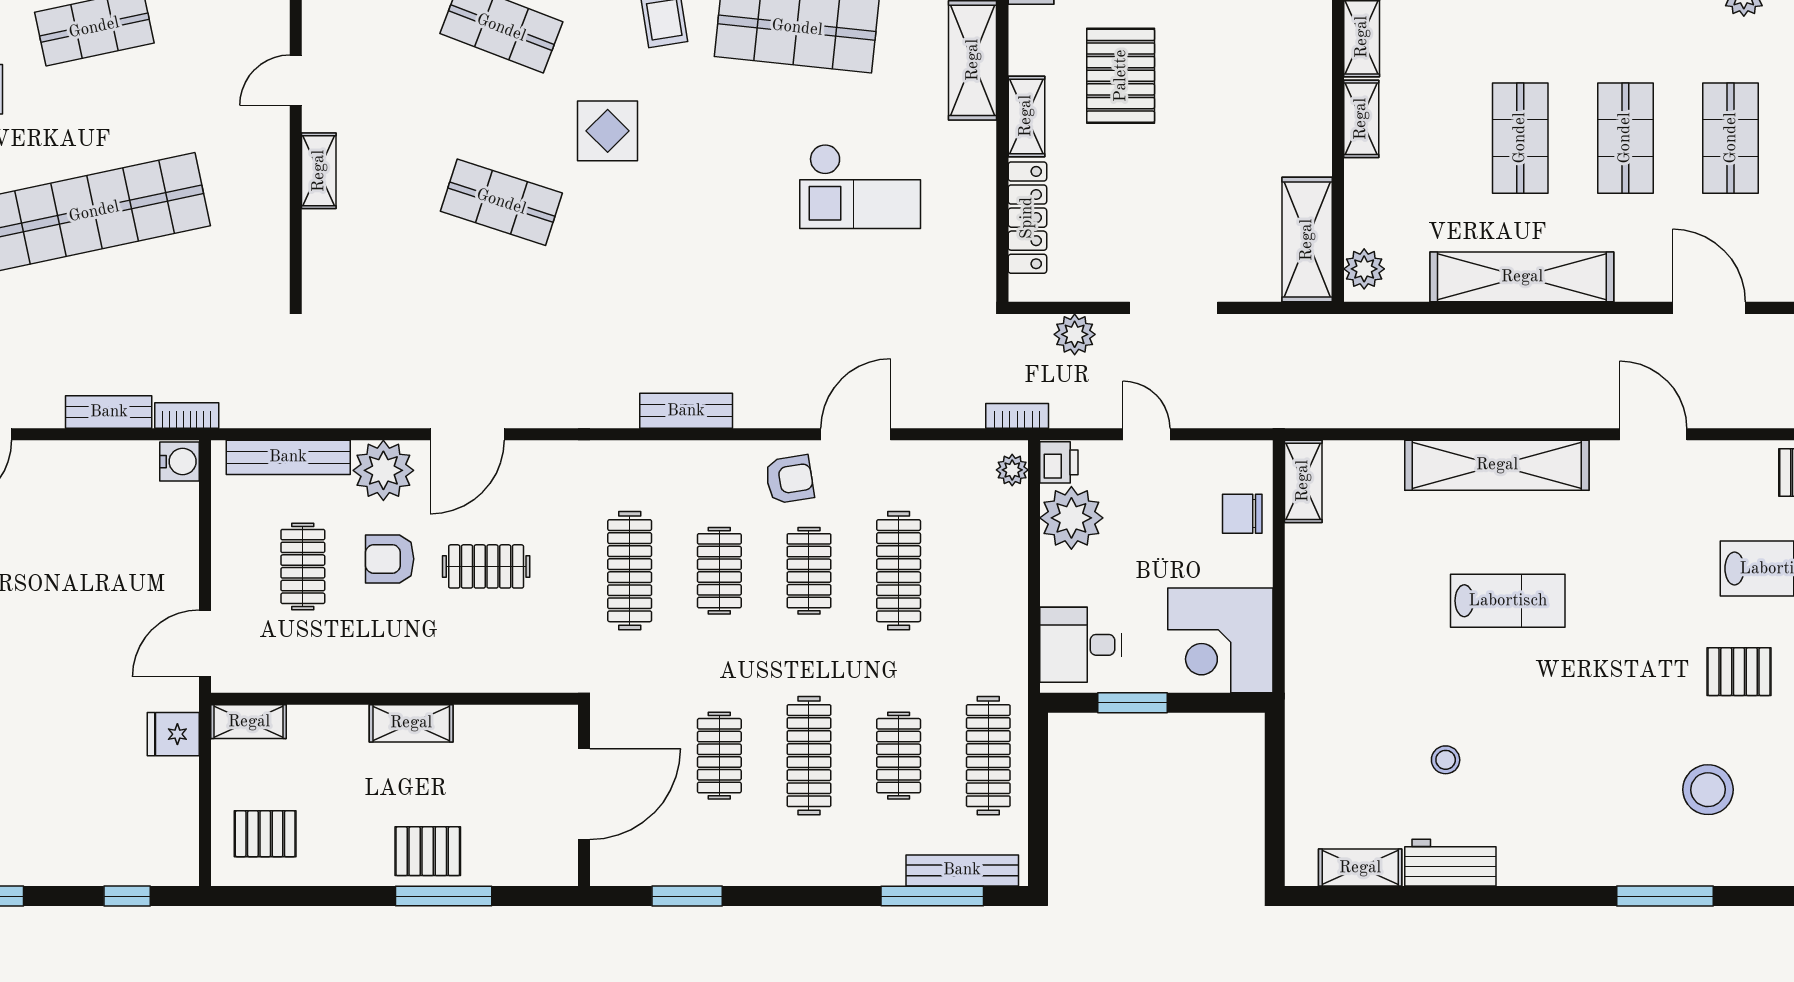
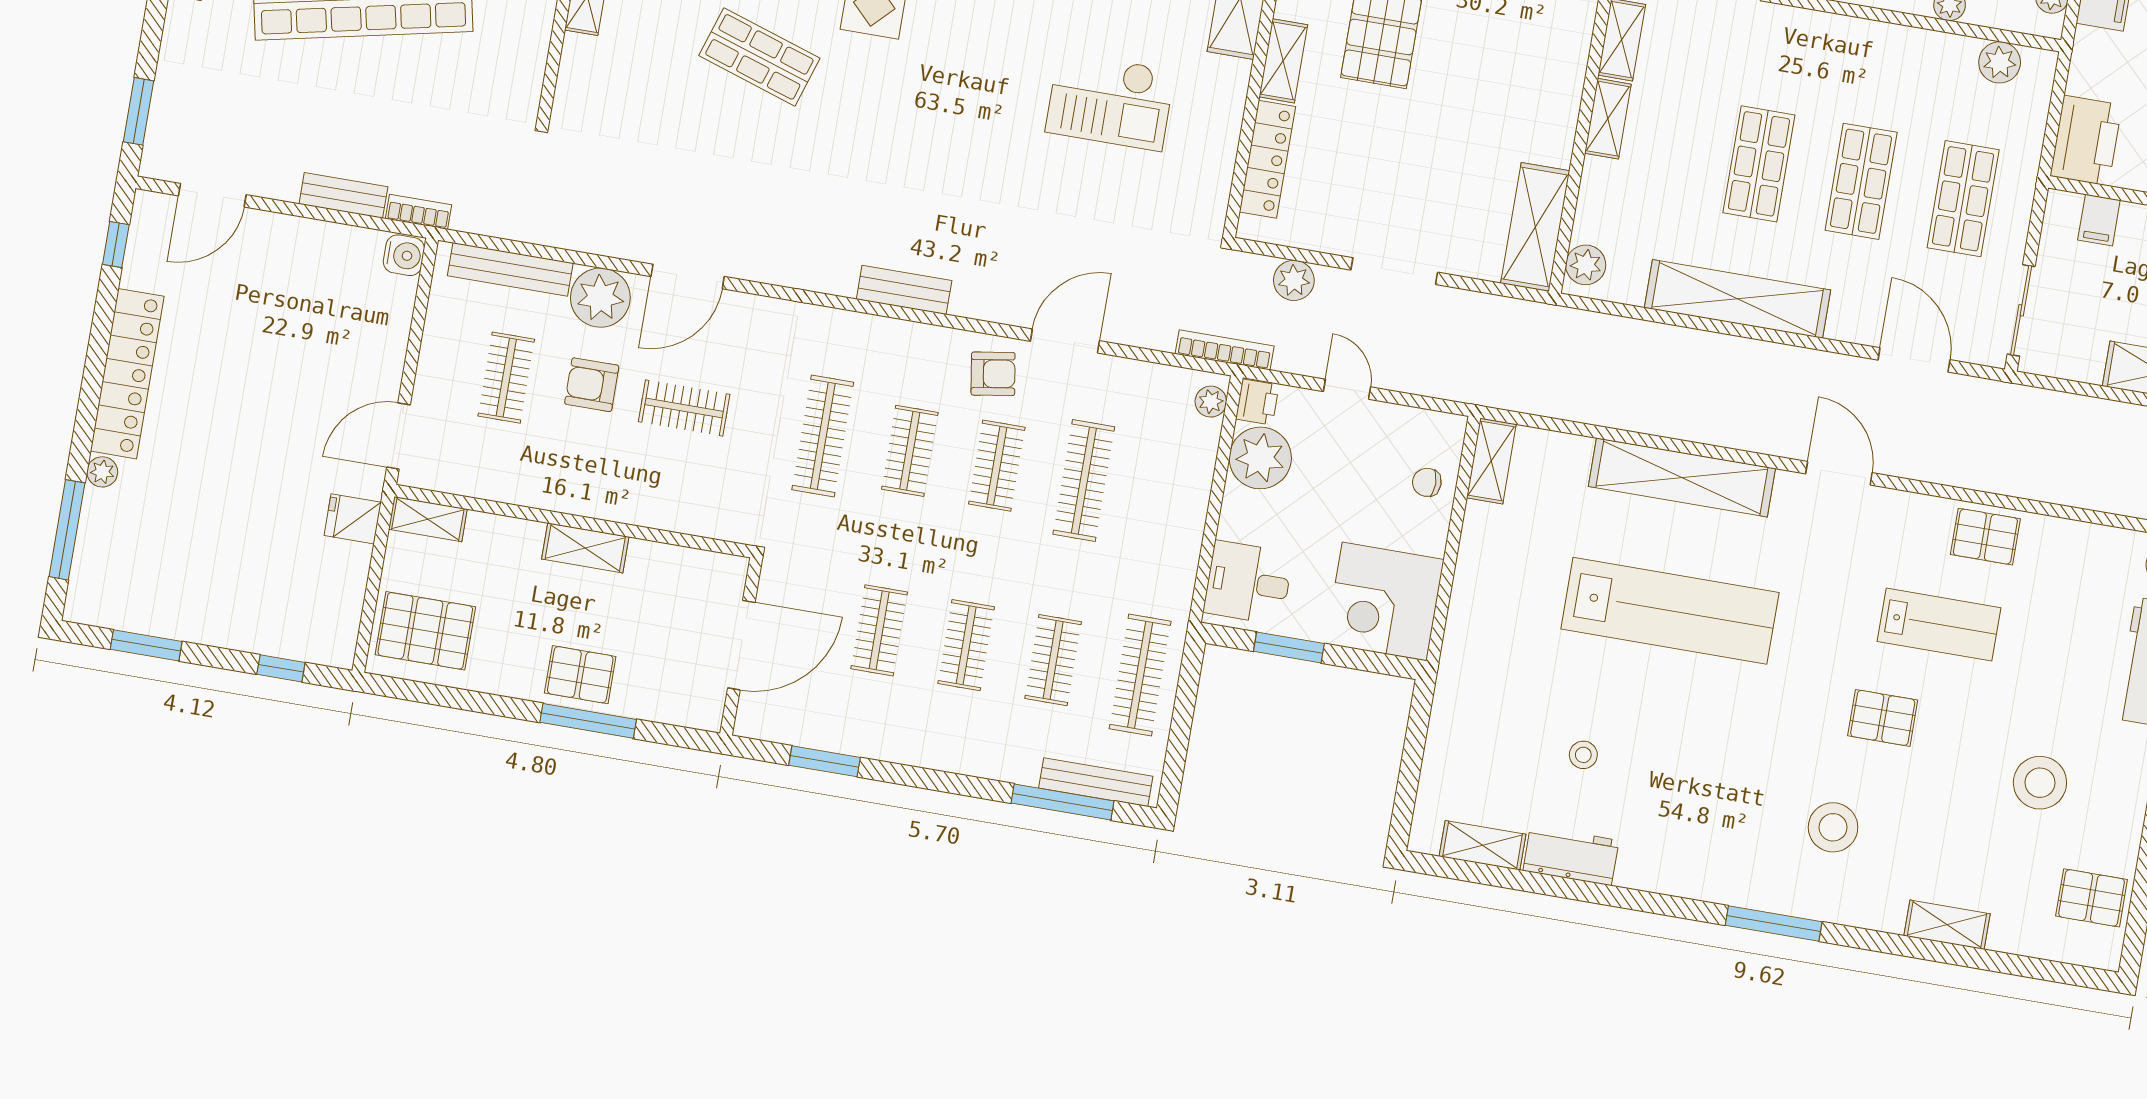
bookcase: (1017, 416) -> (1225, 350), width x1.56
chair: (1242, 514) -> (1427, 482), width x0.73, depth x0.73
lab bench: (1508, 601) -> (1670, 611), width x1.86, depth x1.39
clothes rail: (809, 756) -> (966, 645), width x0.73
pallet: (265, 834) -> (425, 631), width x1.50, depth x1.42

